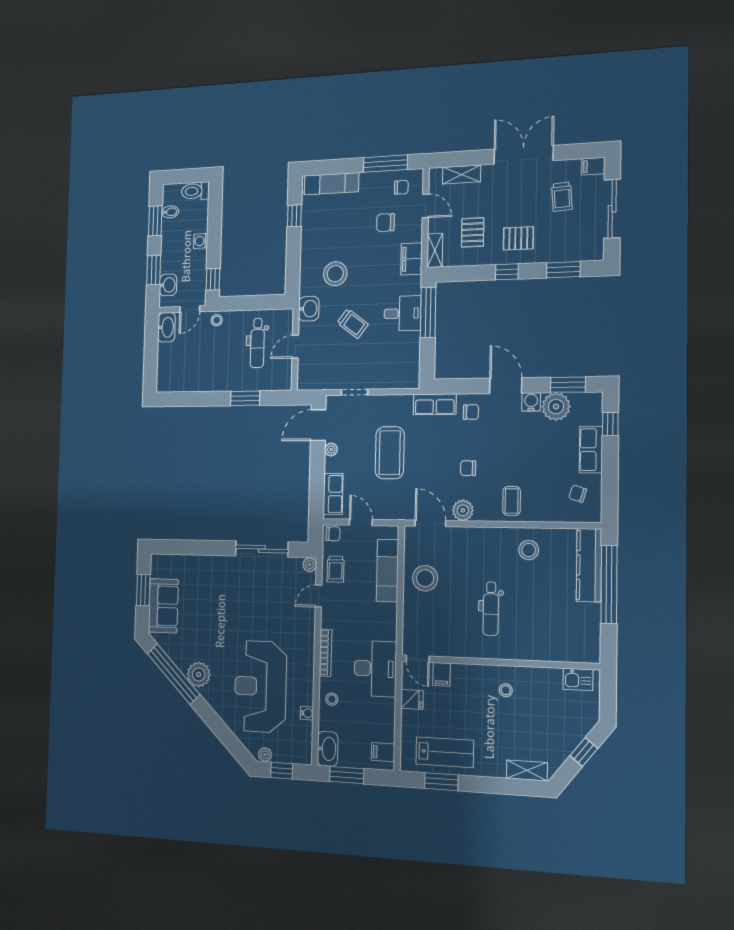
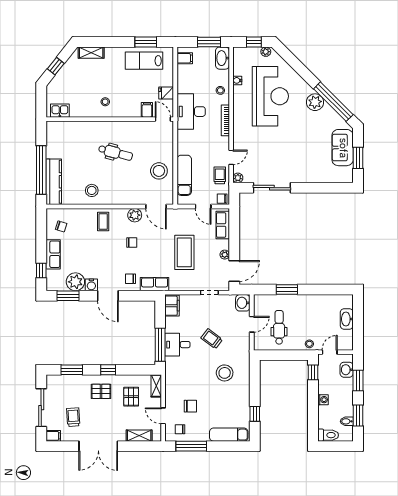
filing cabinet: (411, 259) -> (172, 306), moved
washbasin: (309, 309) -> (243, 303), moved
washbasin: (167, 327) -> (347, 319), moved
dental chair: (491, 609) -> (115, 153), turned 105

